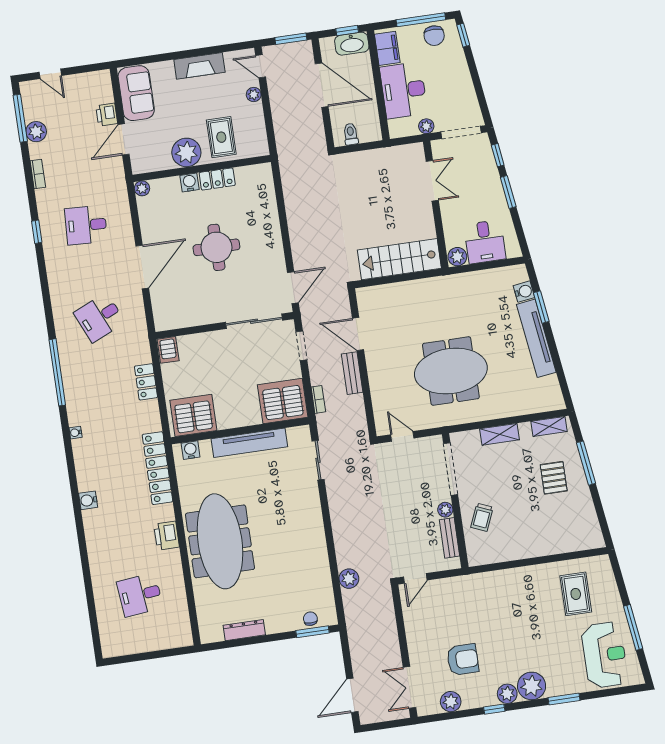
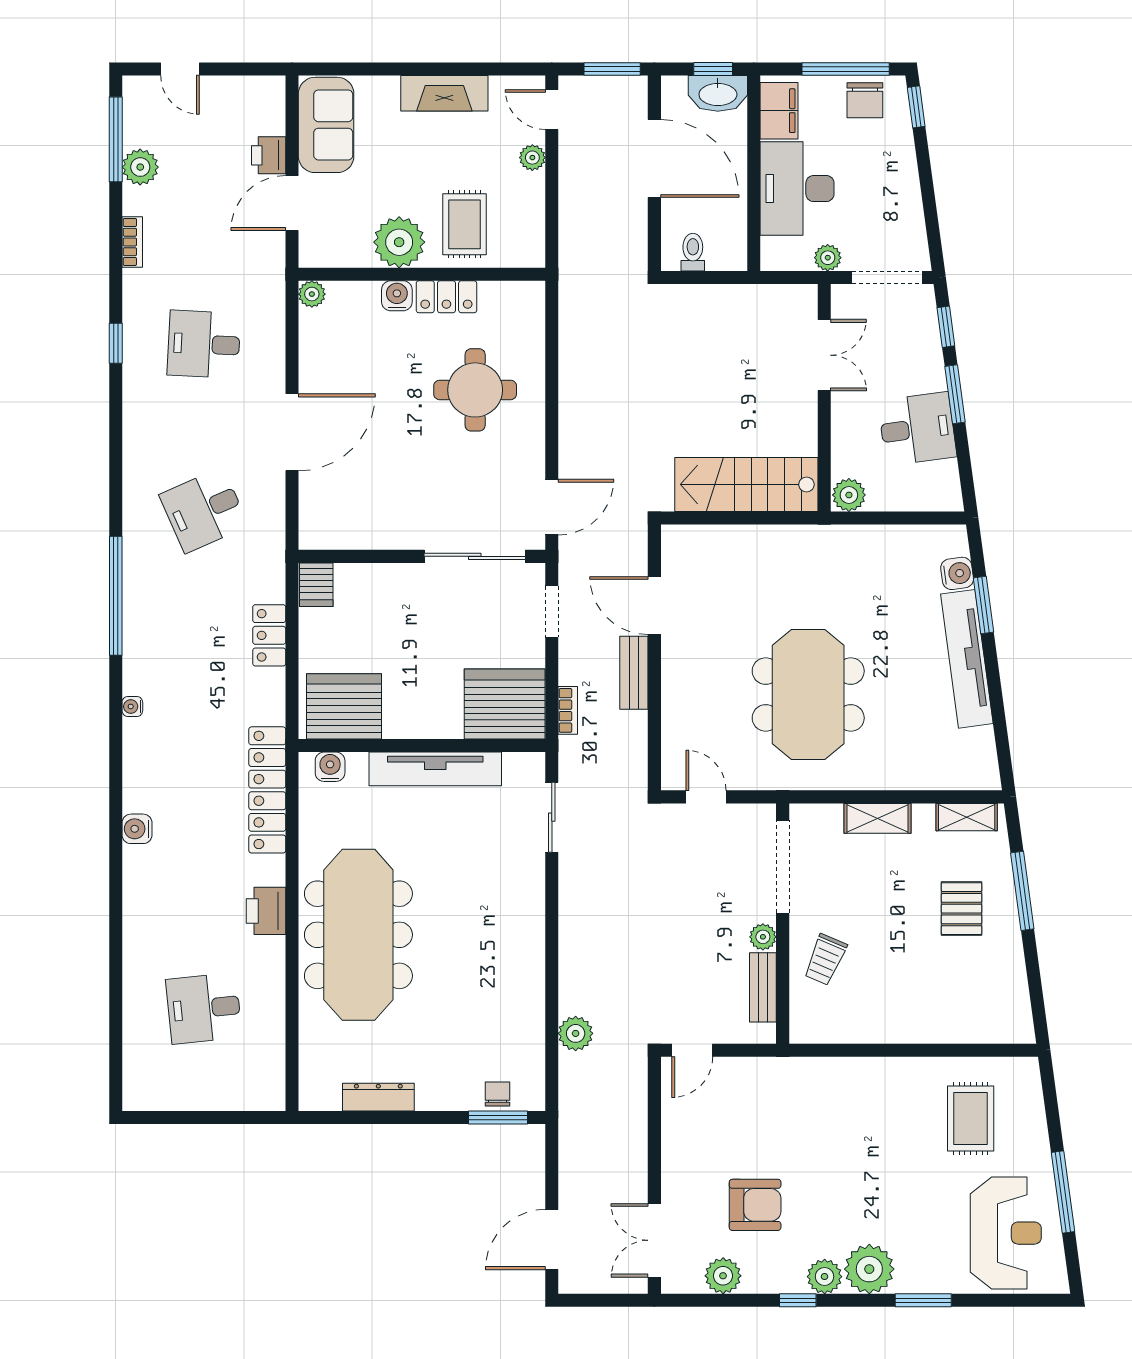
desk: (485, 242) -> (917, 429), moved, turned -98
round table: (216, 247) -> (475, 390), moved
meeting table: (451, 371) -> (808, 694), turned 90

